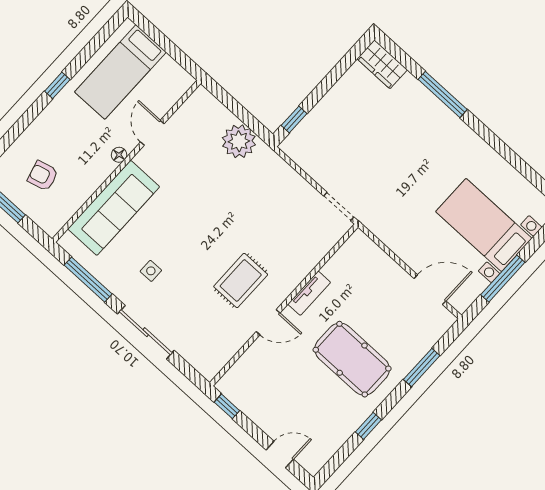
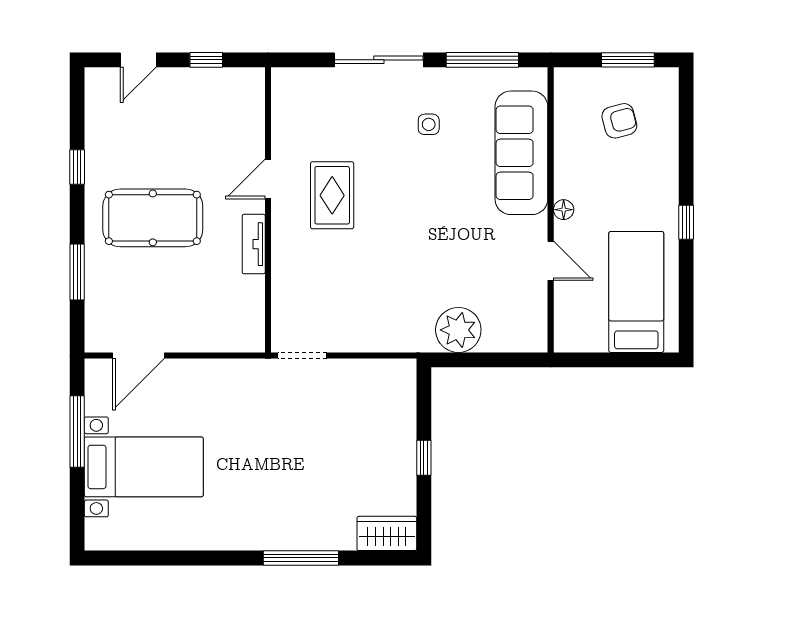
window: (294, 119) -> (424, 458), moved
window: (227, 406) -> (206, 60), moved

